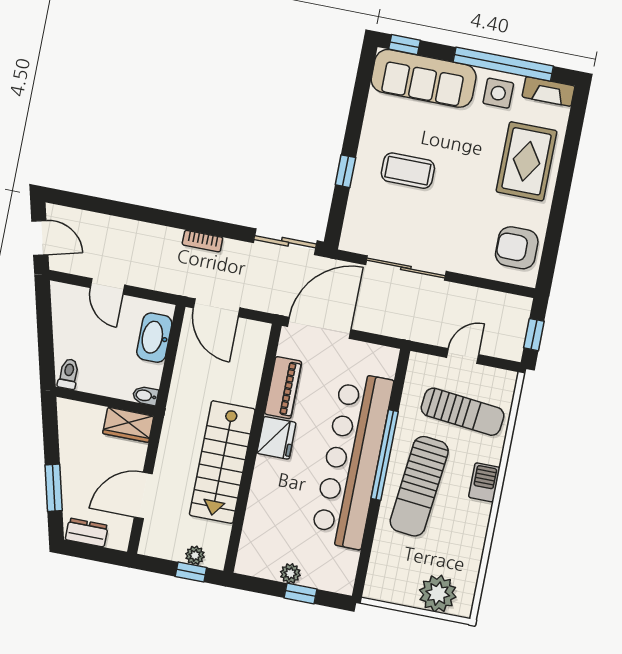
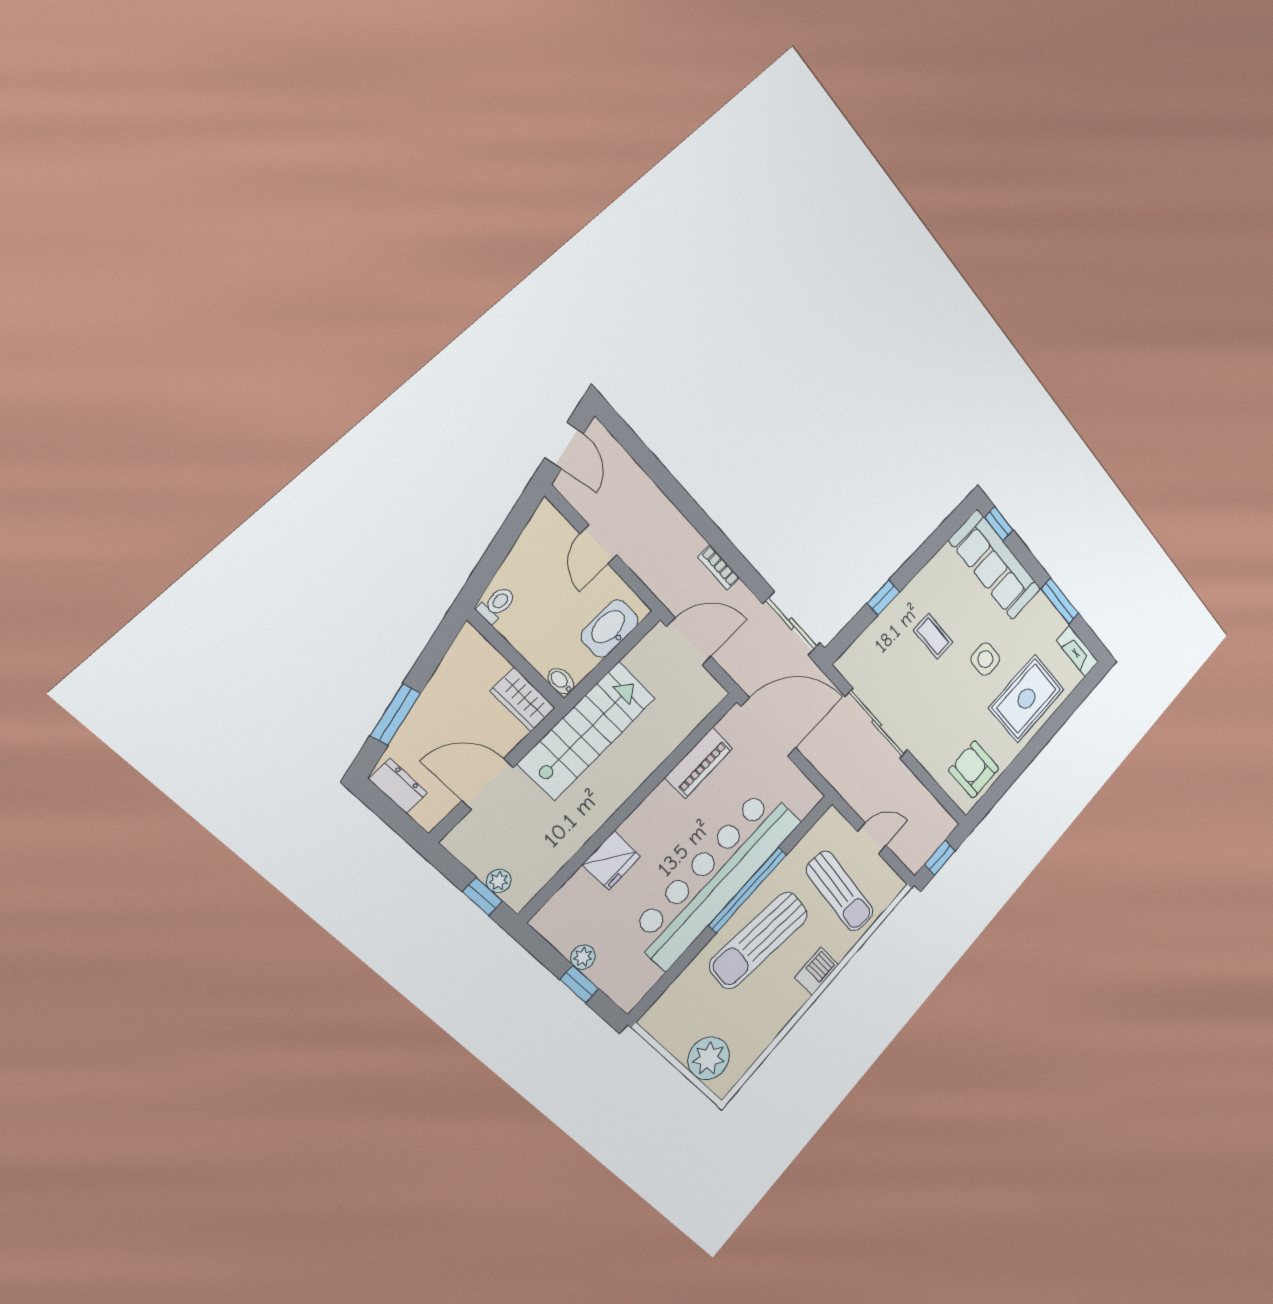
window: (503, 64) -> (1060, 601), width x0.47
side table: (498, 93) -> (985, 659), moved
coffee table: (408, 171) -> (933, 636), width x0.73, depth x0.77
door: (217, 308) -> (689, 642), swing flipped
fridge: (276, 438) -> (611, 860), moved
stairs: (222, 462) -> (587, 731), moved, turned 180

